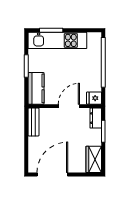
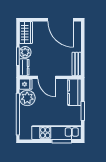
plant: (92, 82) -> (27, 98), added
door: (69, 106) -> (47, 77), hinge flipped
plant: (95, 136) -> (25, 52), added
door: (52, 174) -> (61, 20), hinge flipped

